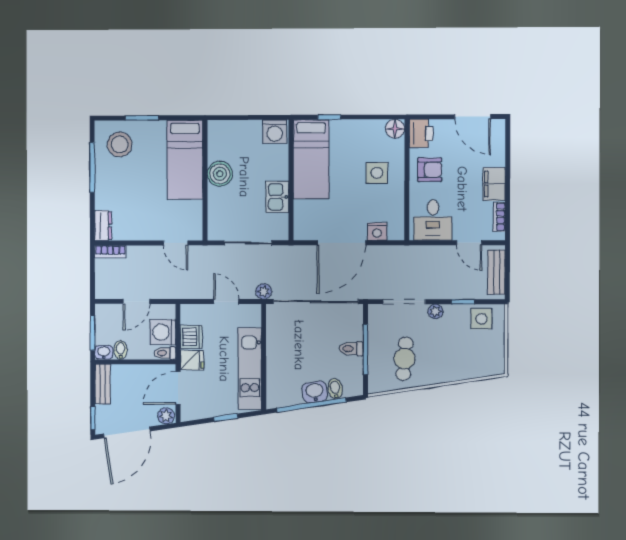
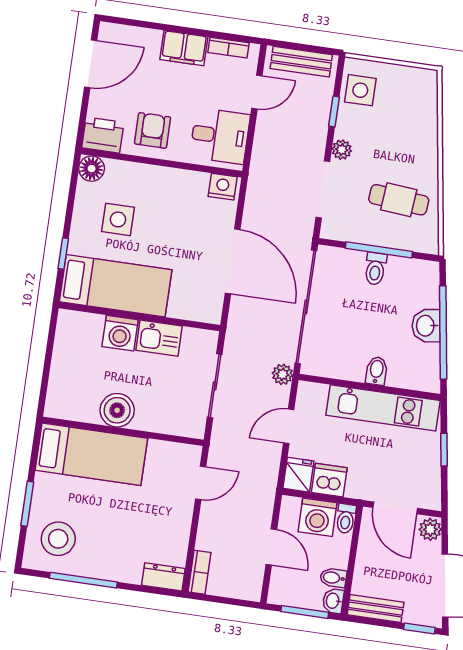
washing machine: (275, 132) -> (120, 333), moved, turned 90
side table: (377, 173) -> (118, 219), moved
nightstand: (377, 232) -> (223, 187), moved, turned -90
fridge: (192, 360) -> (298, 475), moved
bidet: (335, 389) -> (376, 371), moved, turned 99

